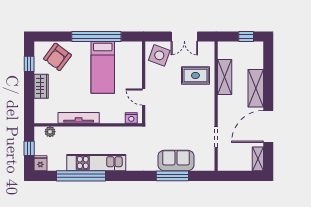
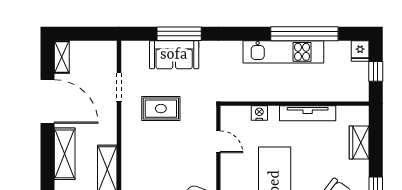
rug: (195, 75) -> (161, 109), moved
wardrobe: (41, 86) -> (359, 142), moved
nightstand: (131, 118) -> (259, 113), moved
door: (268, 126) -> (47, 101), hinge flipped
plant: (50, 132) -> (347, 94), removed

